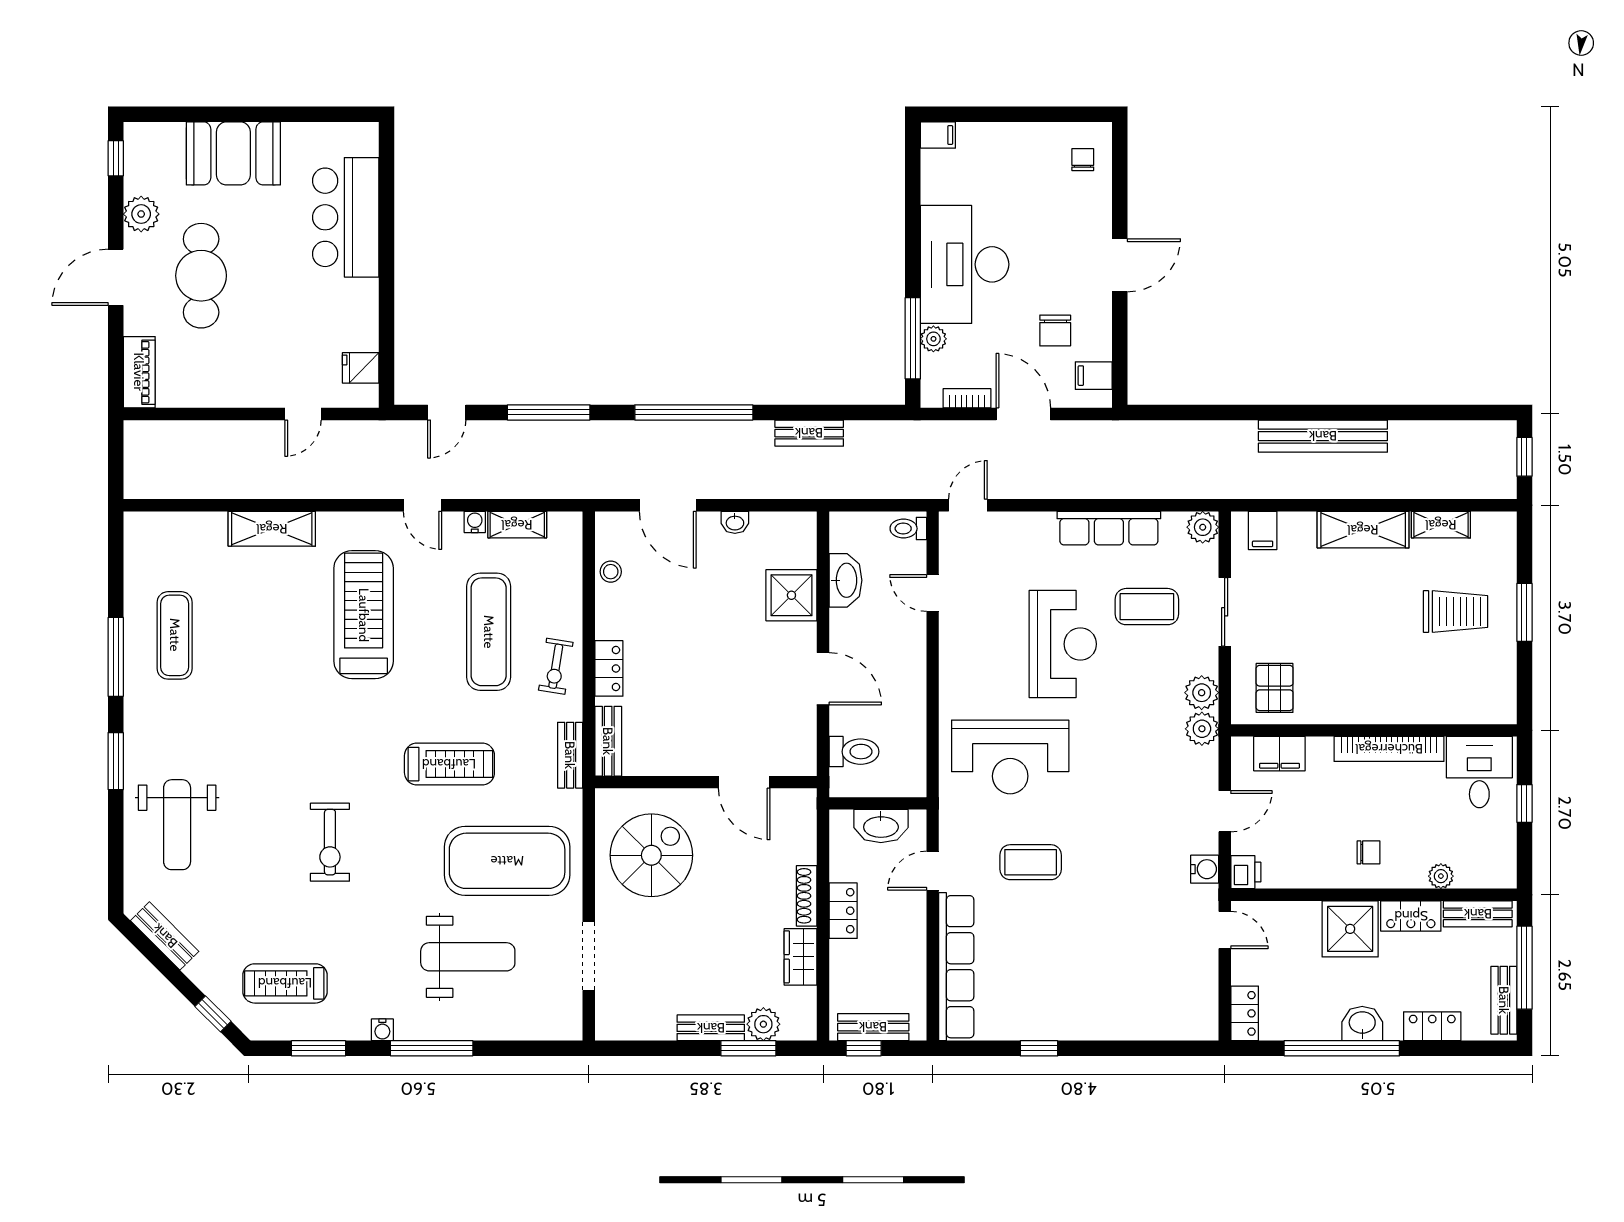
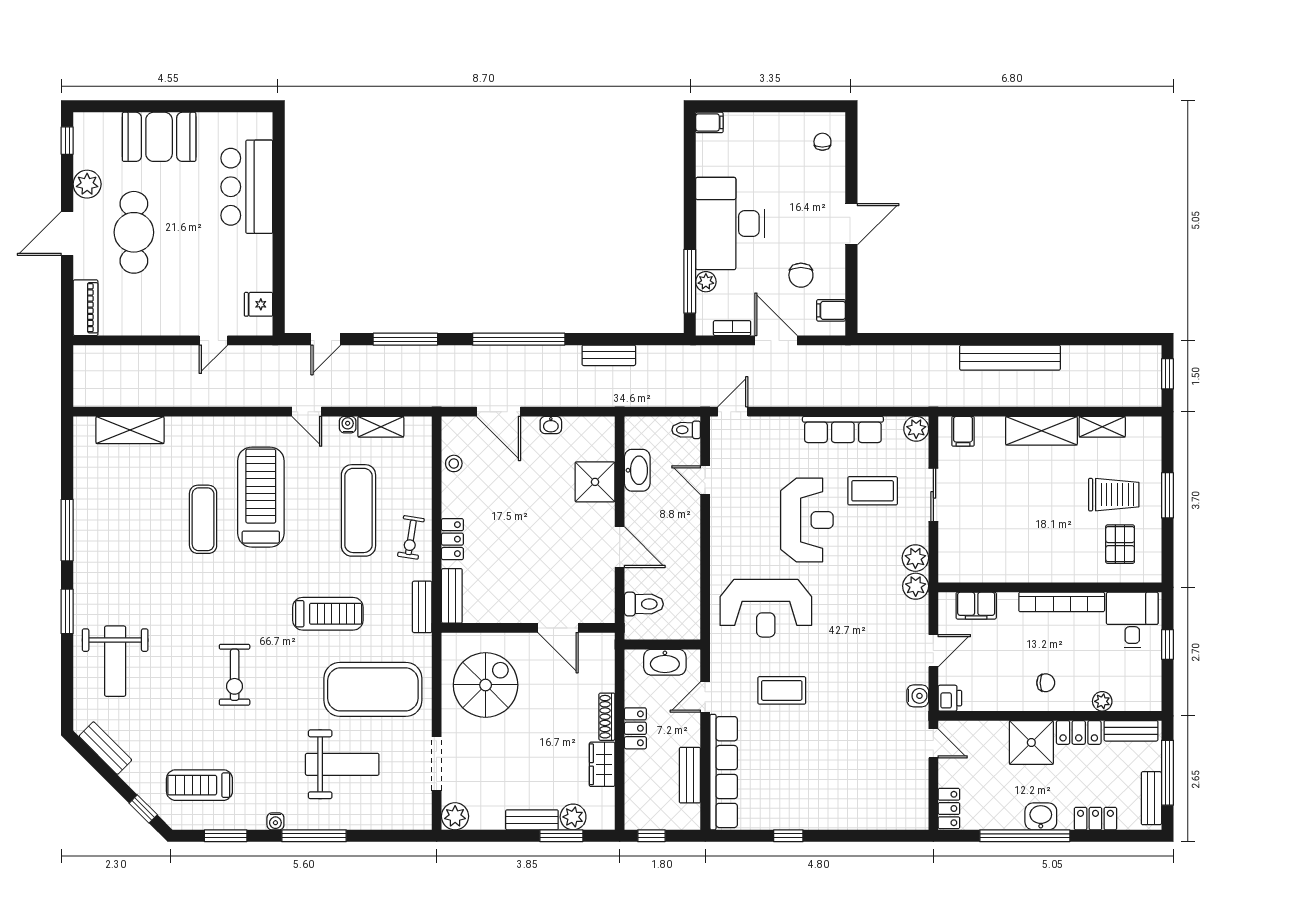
shelving: (272, 529) -> (130, 430), moved
exercise mat: (175, 635) -> (203, 519), moved
pallet: (1275, 688) -> (1120, 544), moved
plant: (612, 1023) -> (455, 816), added
bench: (873, 1027) -> (690, 775), moved, turned 90

